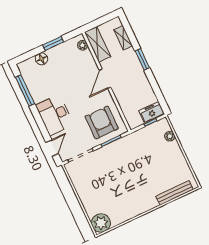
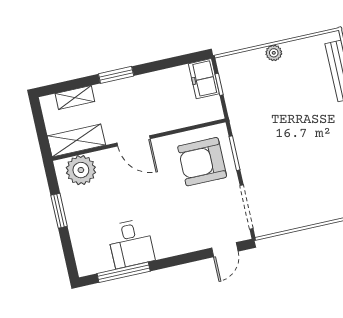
plant: (83, 45) -> (81, 170), width x1.87, depth x1.87
floor lamp: (41, 59) -> (79, 235), removed
desk: (55, 115) -> (131, 243), moved, width x0.73
plant: (170, 136) -> (274, 53), moved
door: (52, 148) -> (225, 250), swing flipped

